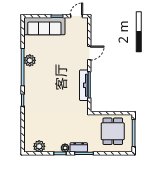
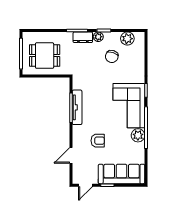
door: (89, 53) -> (71, 155), moved
armchair: (66, 56) -> (98, 141), added
corner sofa: (38, 87) -> (129, 106), added
chair: (53, 130) -> (112, 56), added
dining table: (113, 131) -> (45, 56), turned 90

